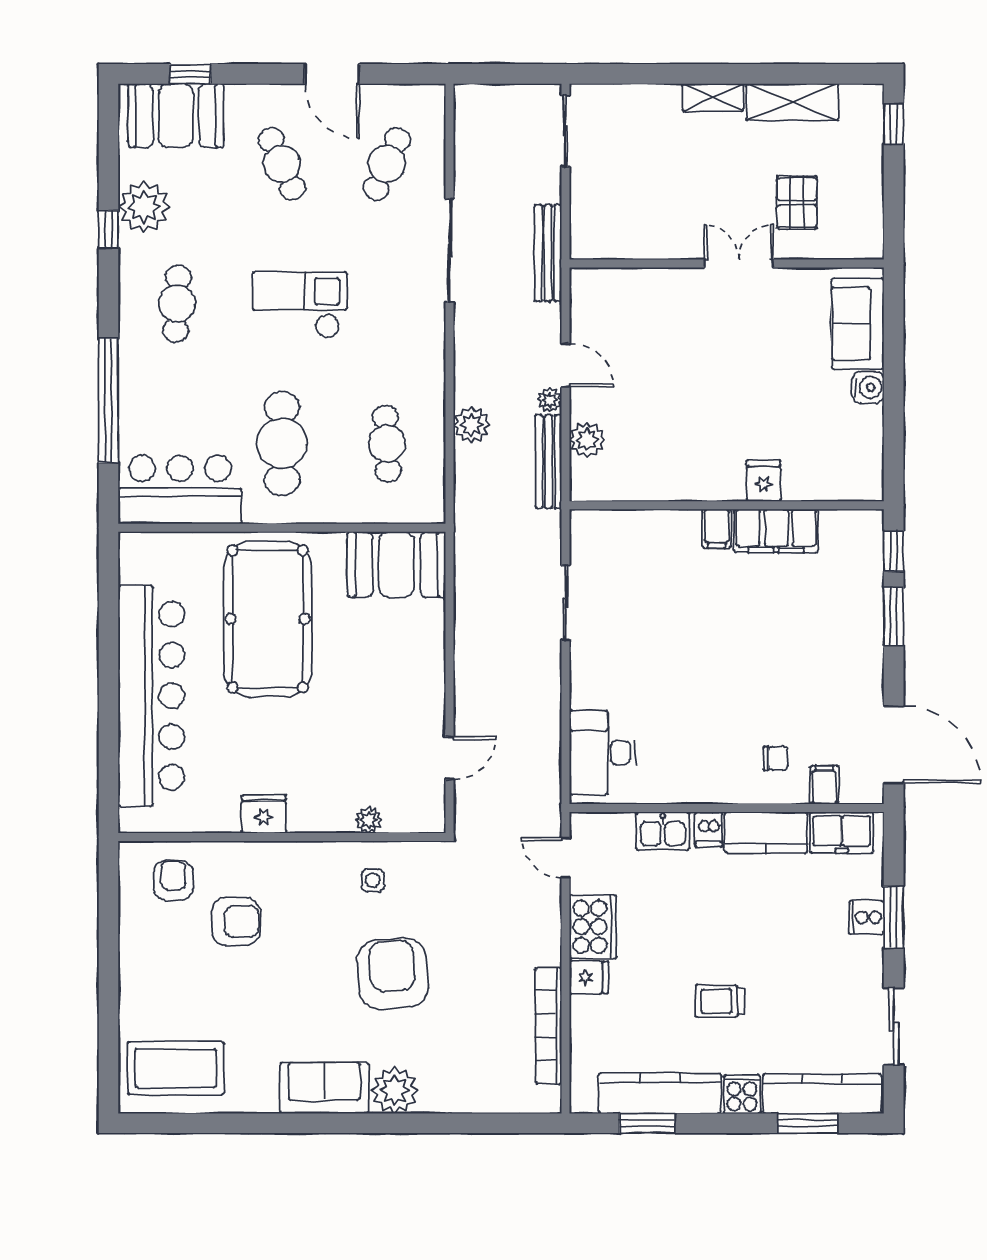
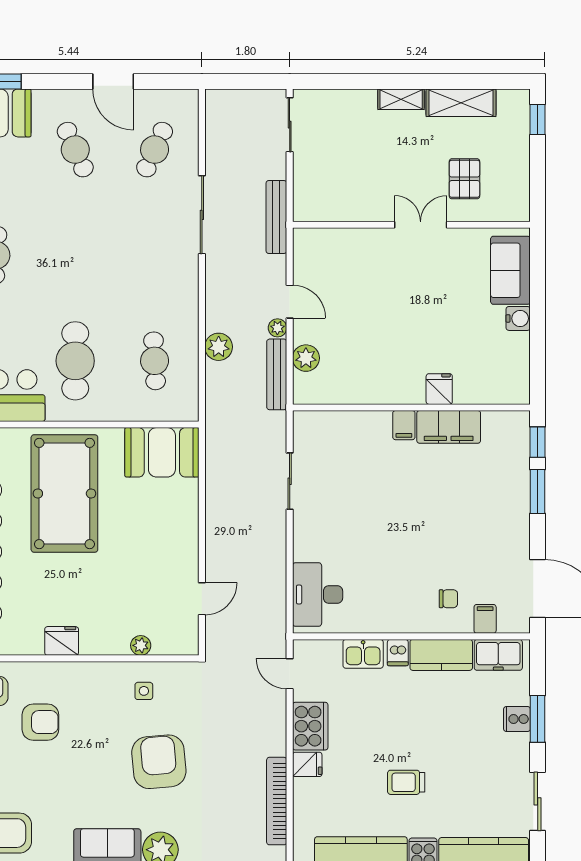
checkout: (300, 305) -> (89, 256), removed

